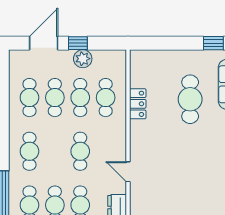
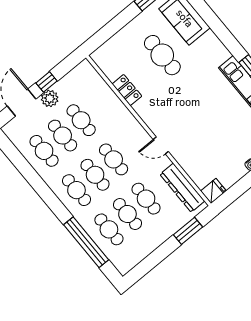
plant: (83, 59) -> (50, 98), moved
cafe table: (106, 98) -> (95, 175), moved

